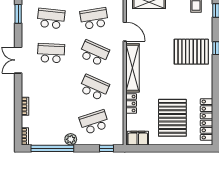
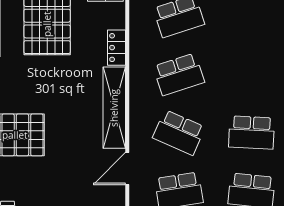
door: (125, 32) -> (127, 169), hinge flipped
school desk: (94, 88) -> (179, 74), turned -42

